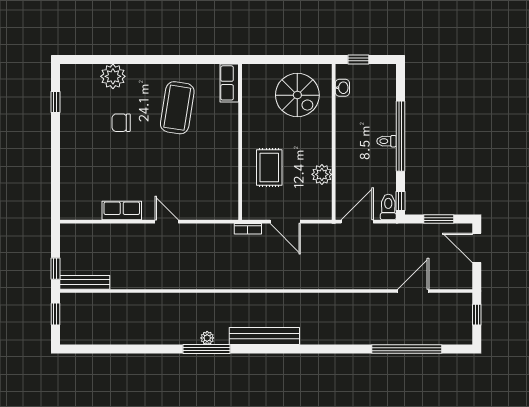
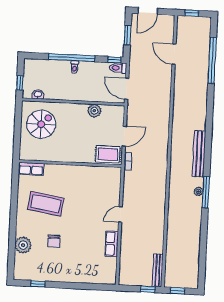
rug: (269, 167) -> (108, 154), moved

